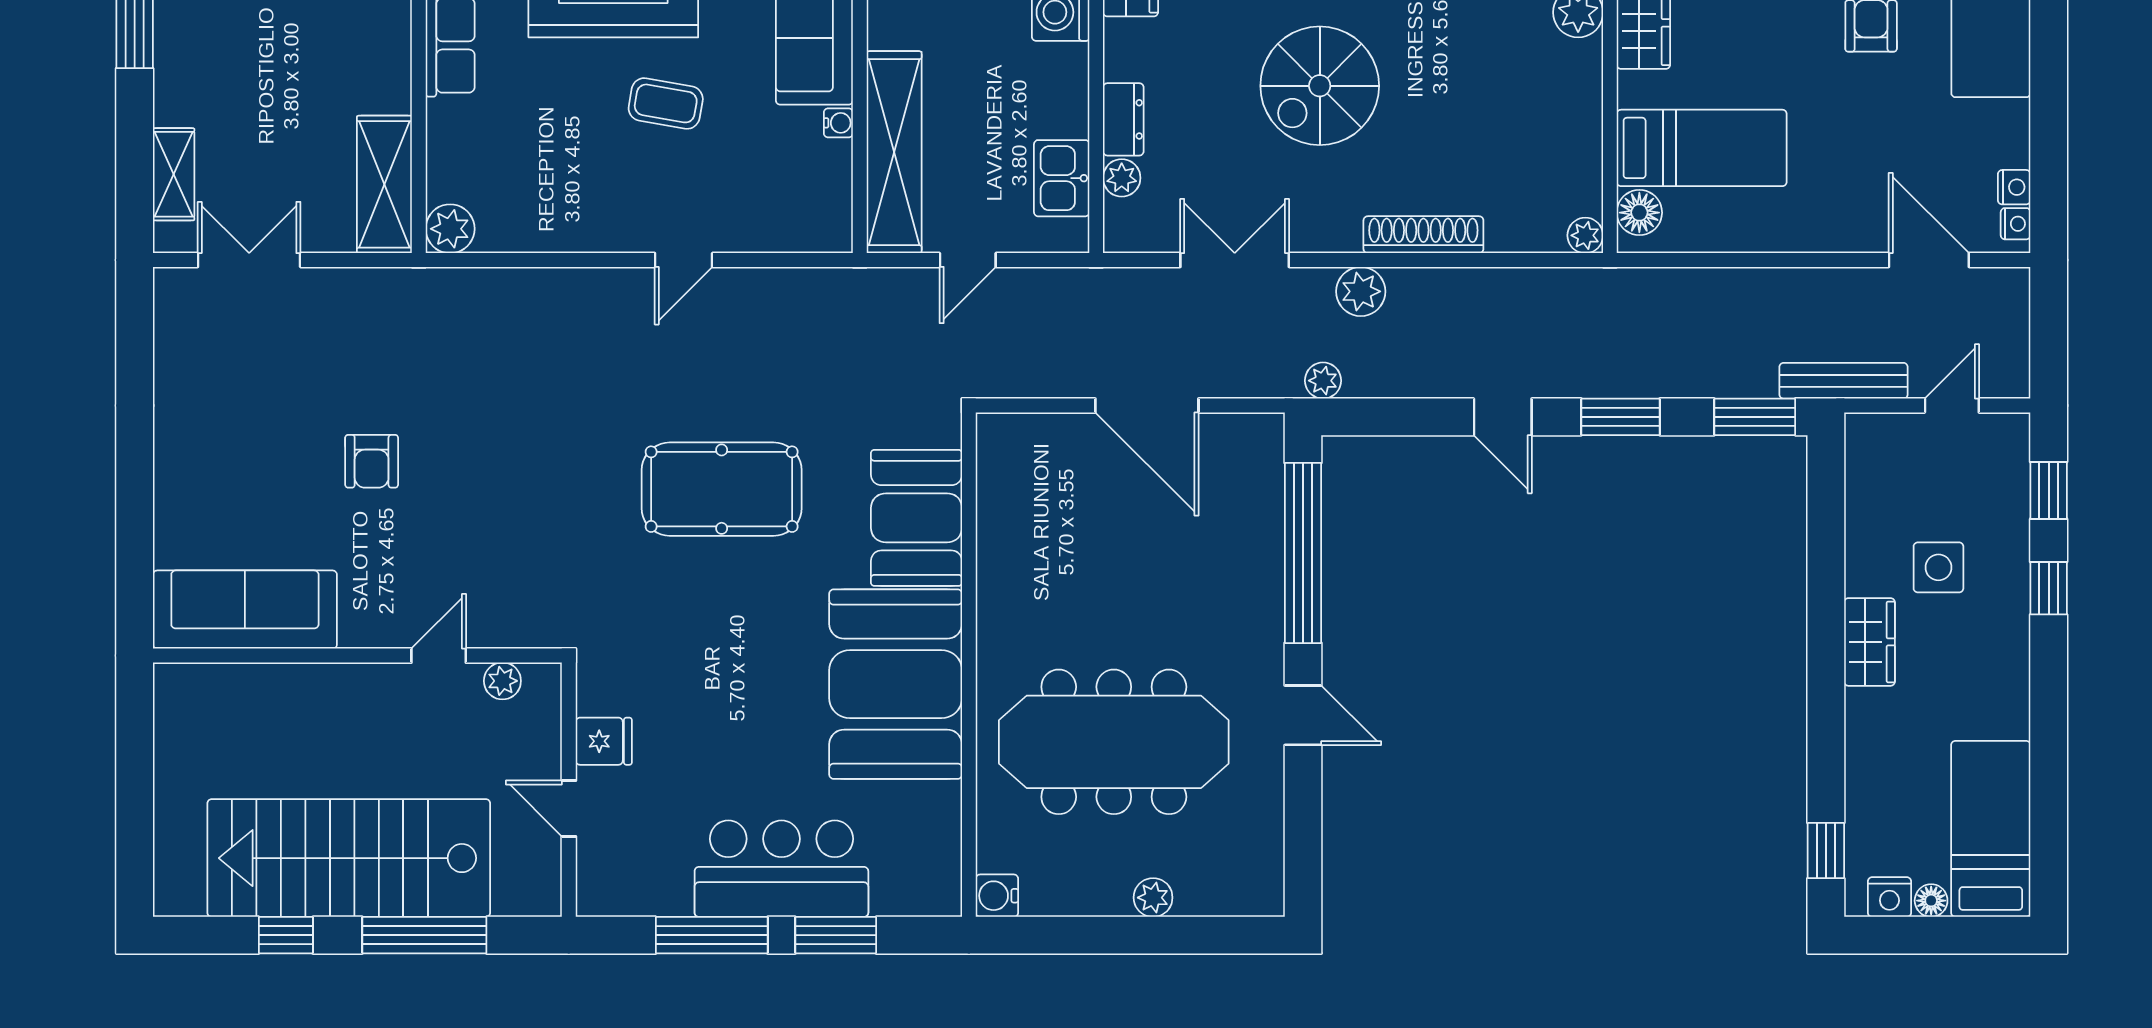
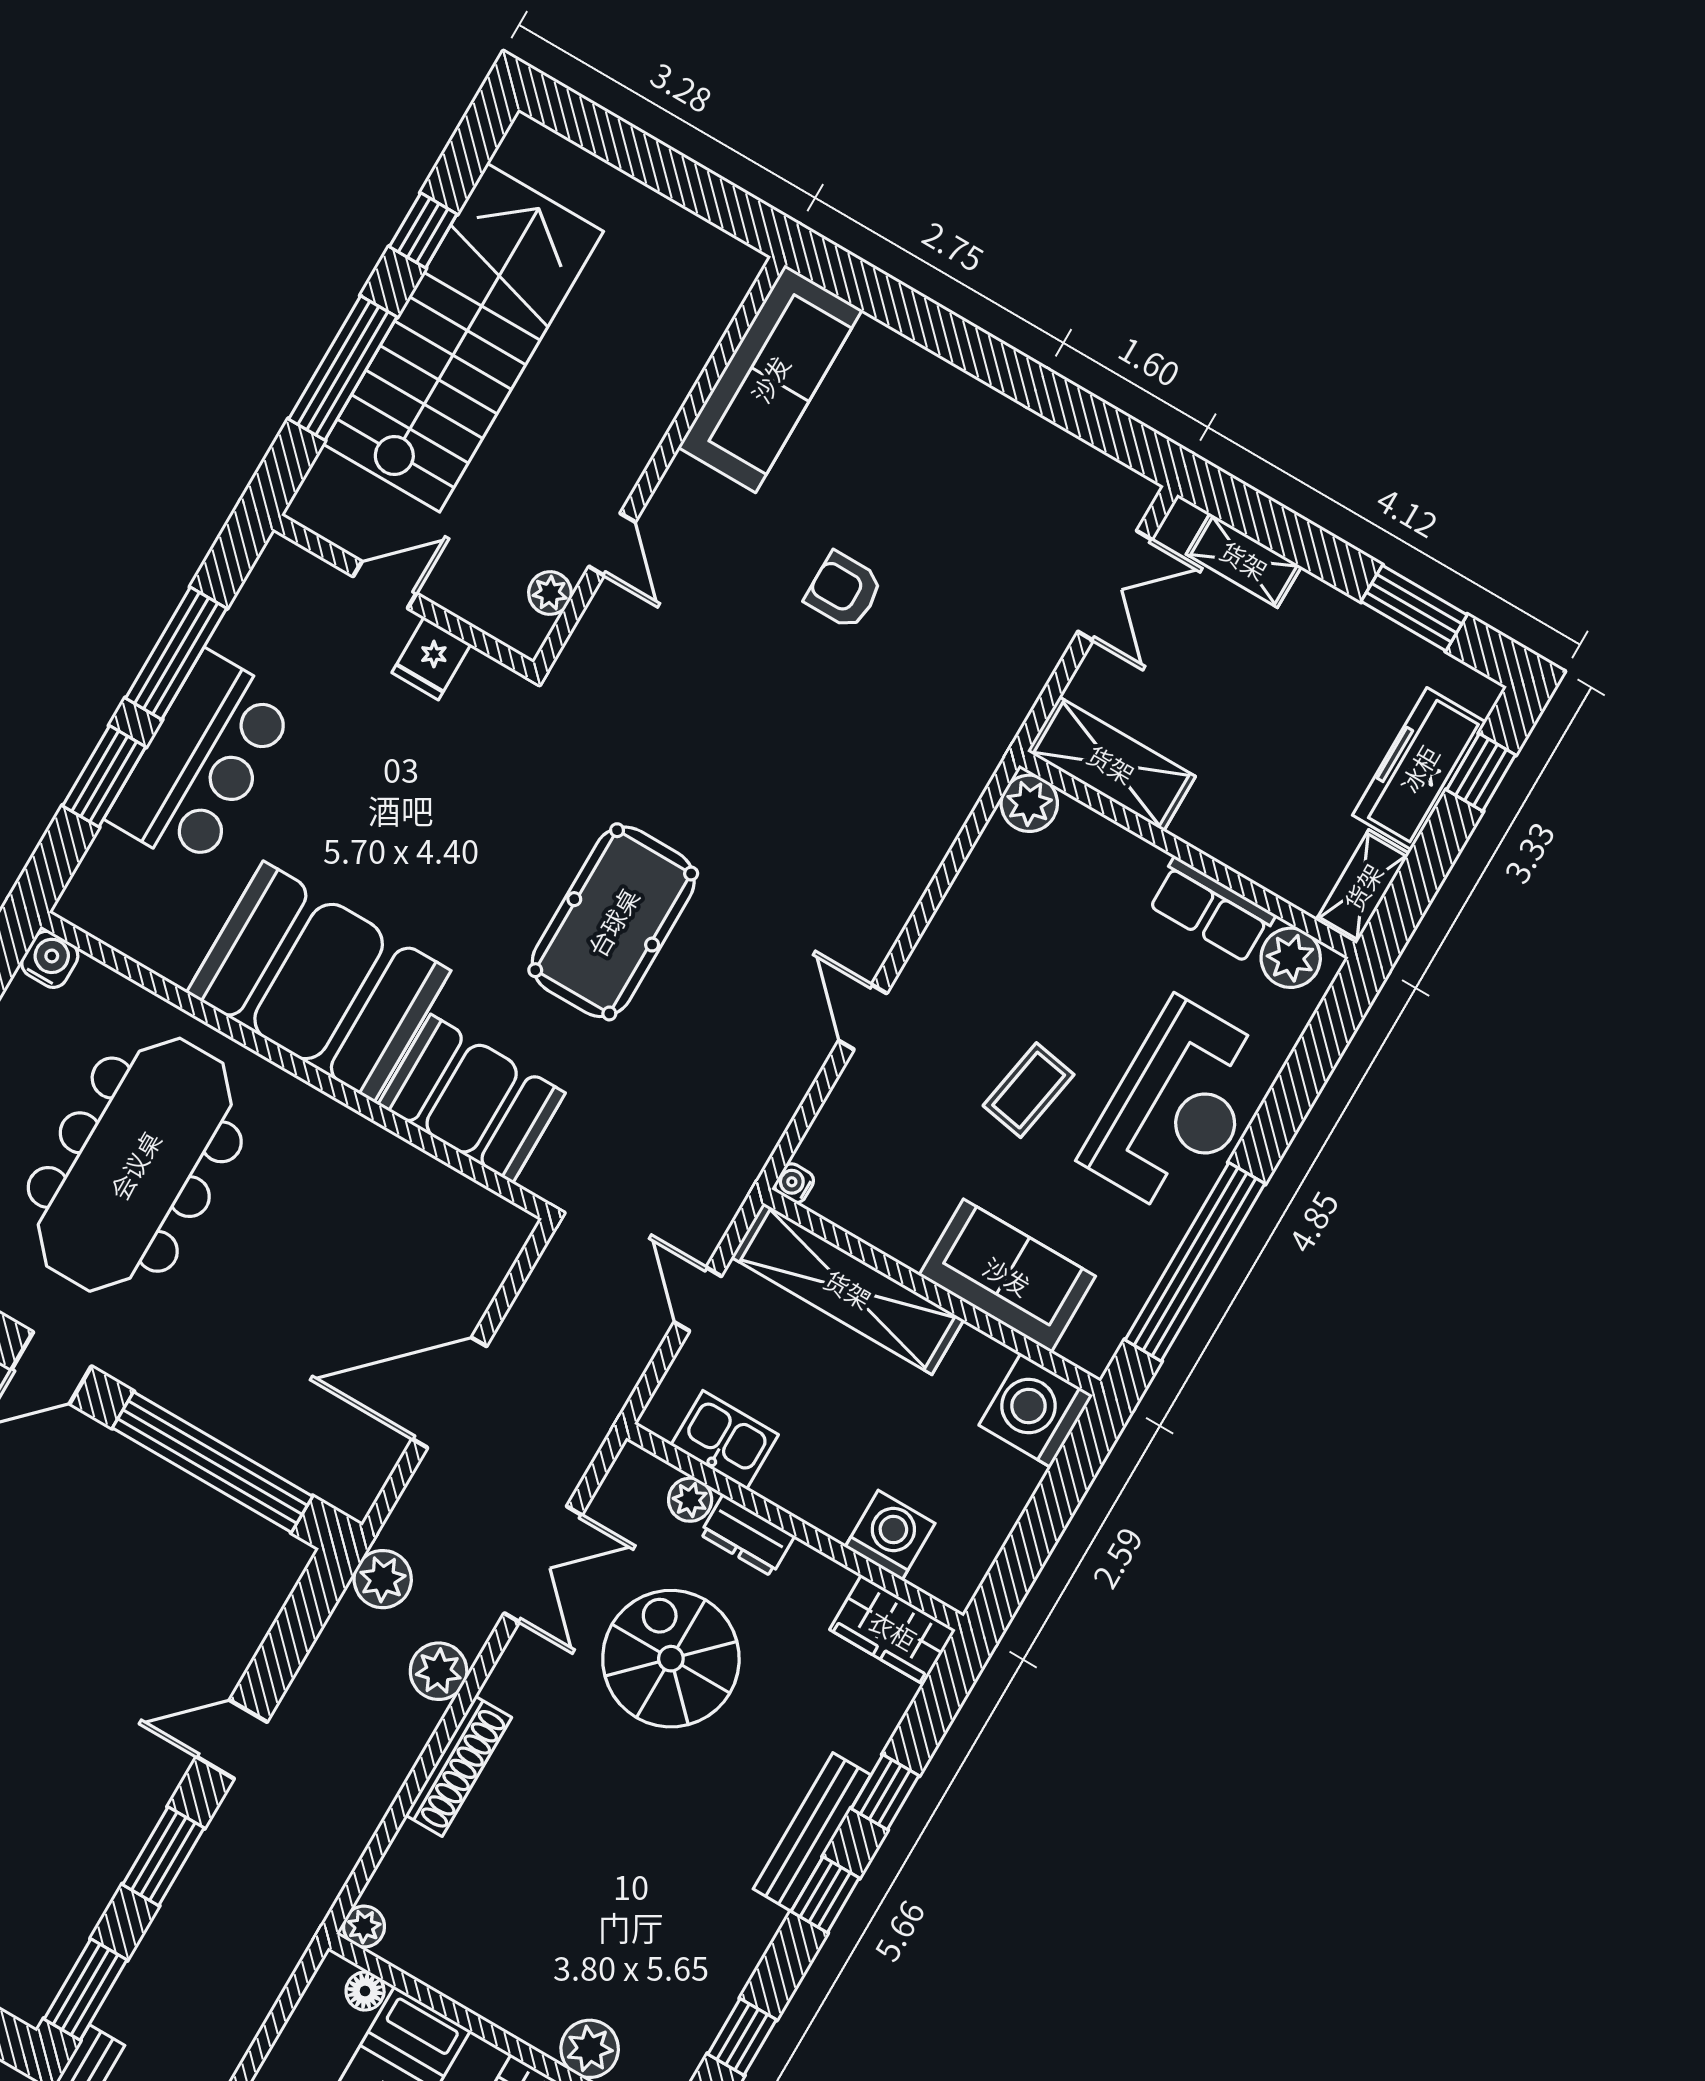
spiral stairs: (1320, 86) -> (671, 1659), moved
water cooler: (838, 123) -> (794, 1183), moved, turned 90
floor lamp: (1639, 213) -> (365, 1991), width x0.73, depth x0.73
plant: (1323, 381) -> (383, 1579), width x1.38, depth x1.38

